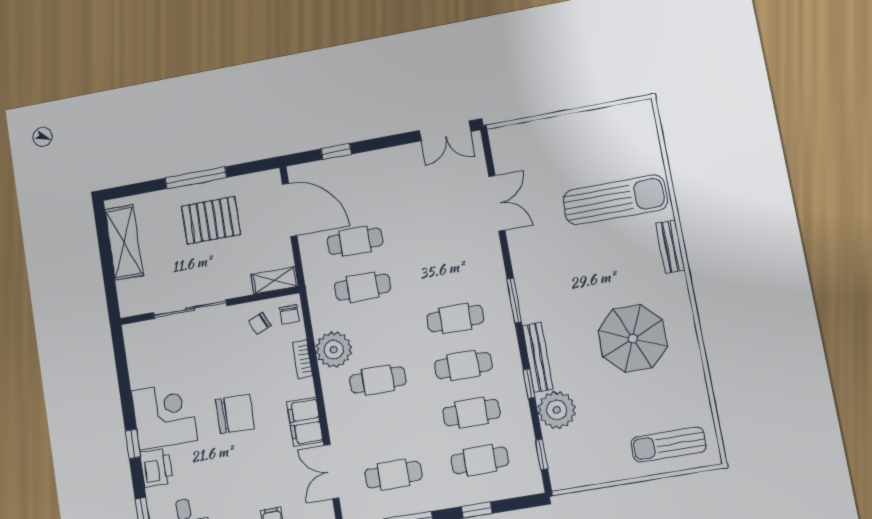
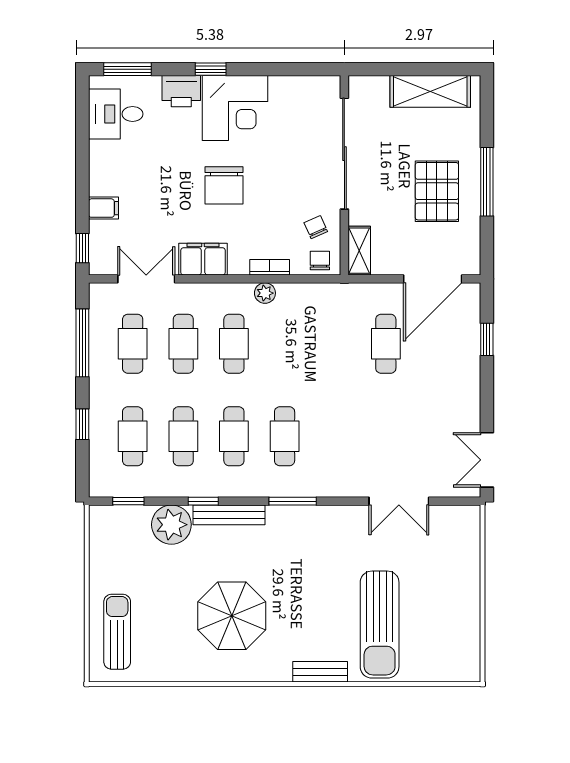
cafe table: (362, 287) -> (183, 344), moved
sliding door: (190, 309) -> (344, 154), width x1.36
chair: (289, 314) -> (320, 261), turned 90
plant: (334, 350) -> (265, 293), width x0.53, depth x0.53

